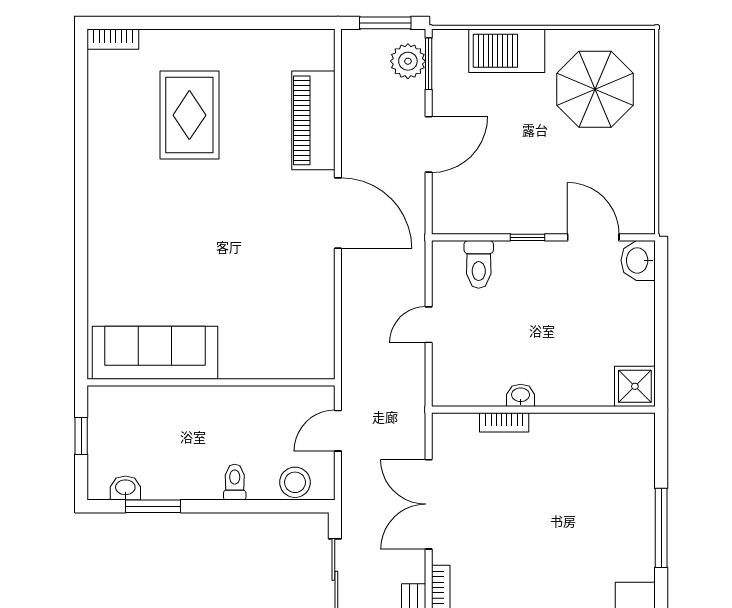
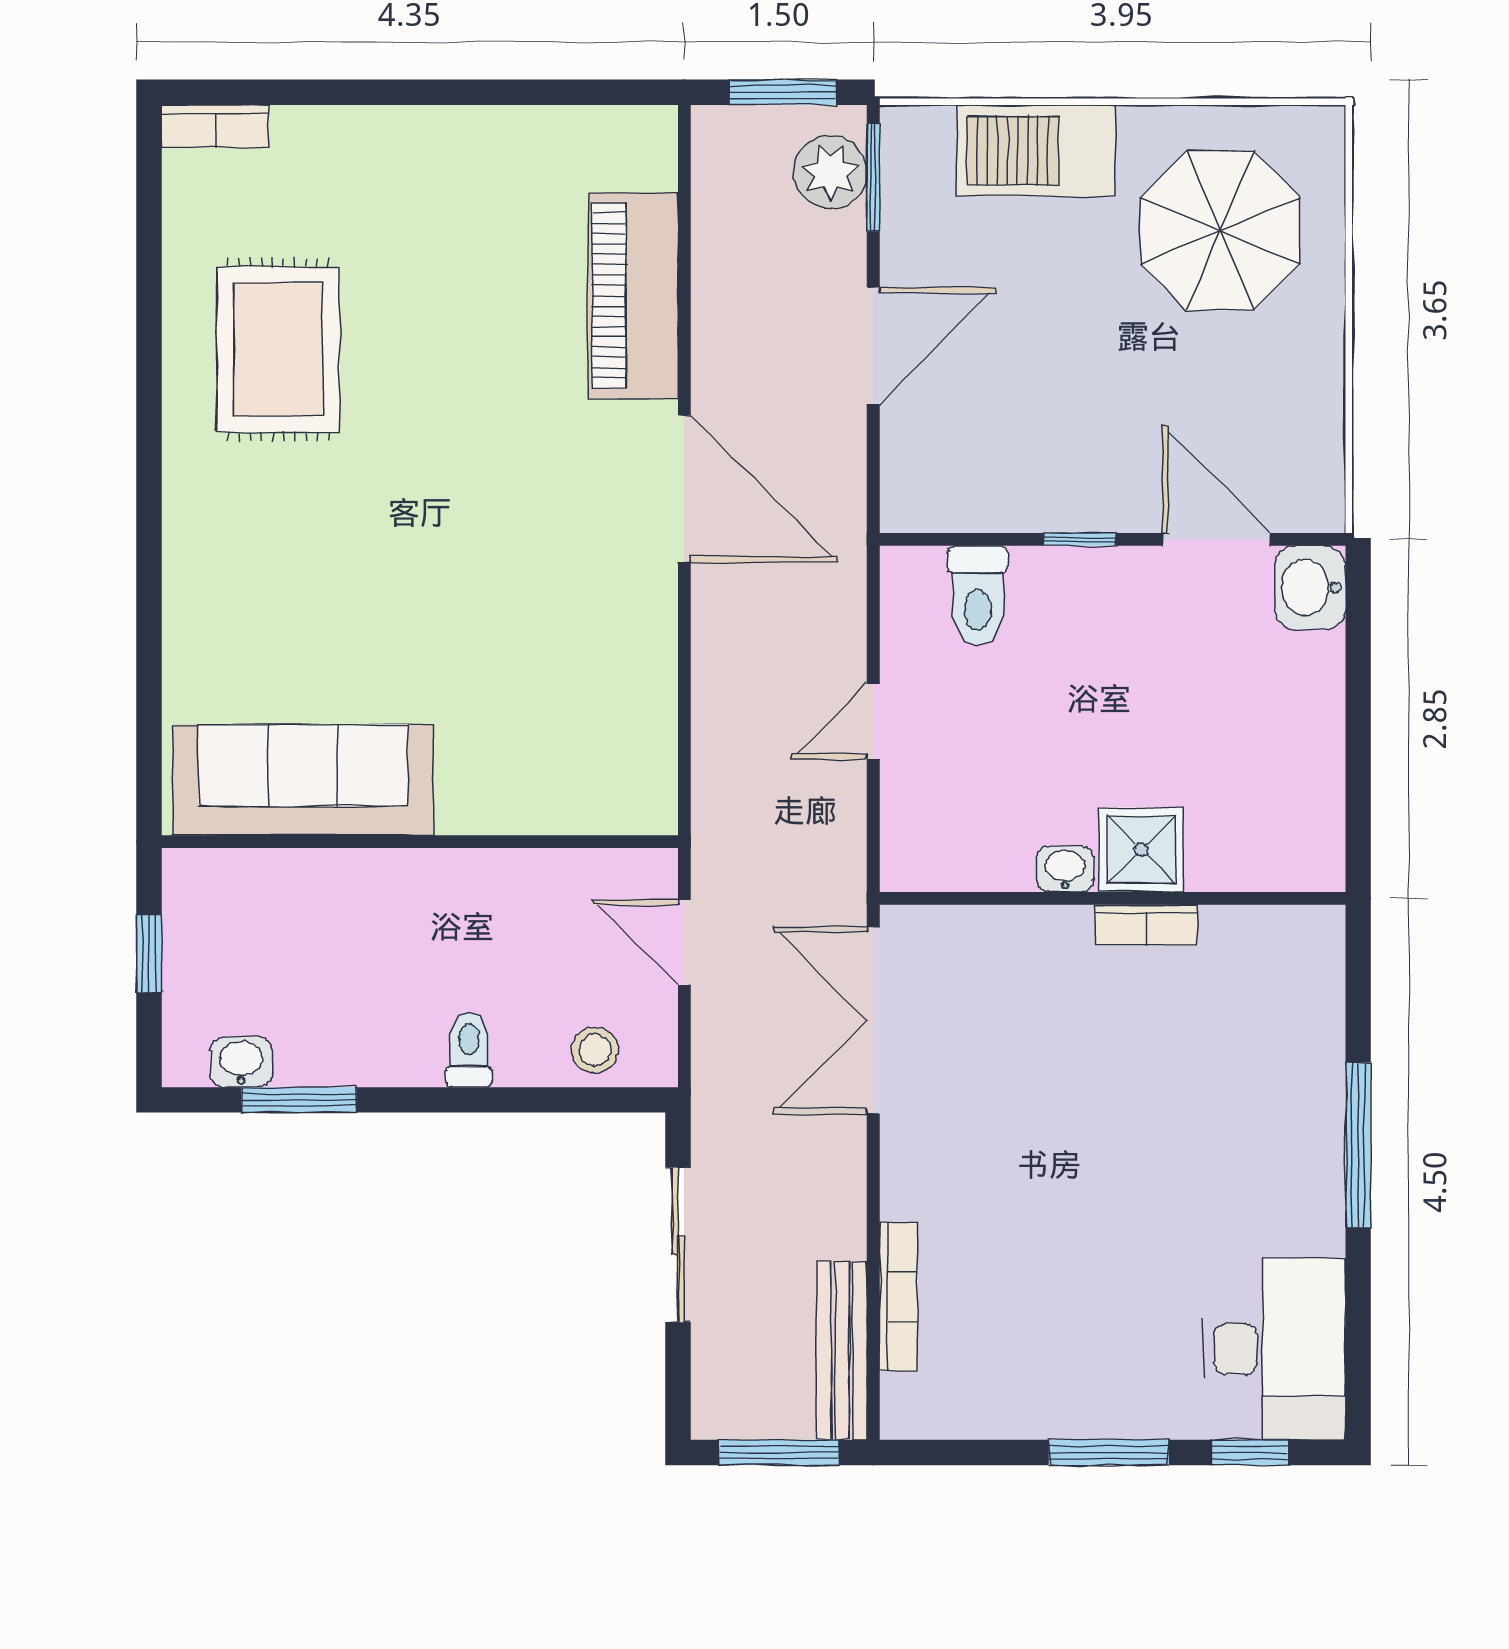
rug: (189, 115) -> (278, 350), moved
shower: (635, 386) -> (1141, 850), moved
bookcase: (504, 422) -> (1146, 925), moved
door: (338, 431) -> (684, 942), hinge flipped
stool: (295, 482) -> (595, 1050), width x0.73, depth x0.73
double door: (429, 504) -> (873, 1020), moved

